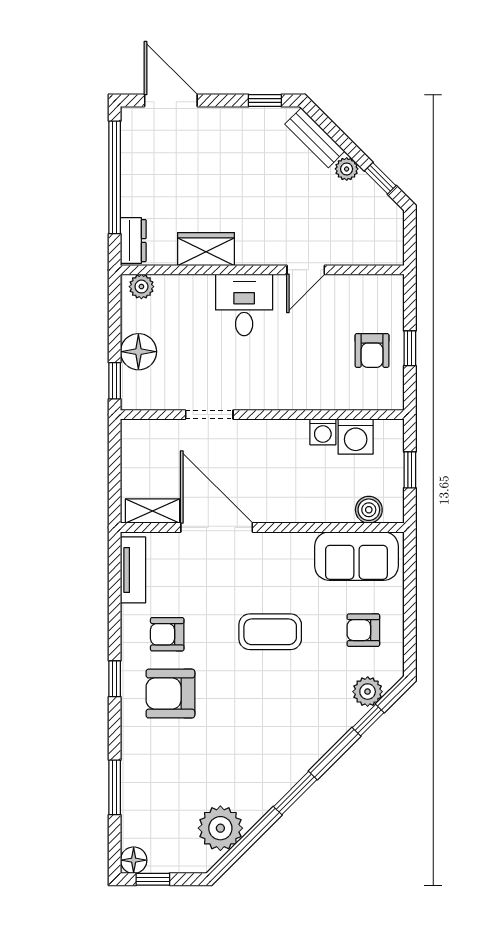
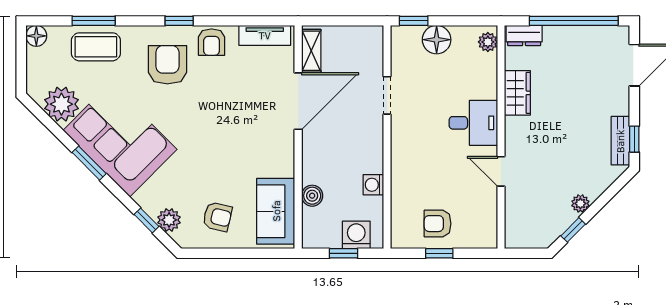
bench: (315, 138) -> (620, 141), moved, turned -45
washing machine: (356, 436) -> (356, 235), moved, turned 90
boiler: (369, 510) -> (312, 196), moved
armchair: (363, 630) -> (217, 217), turned 103
coffee table: (270, 632) -> (96, 47), moved, turned 90
armchair: (167, 634) -> (212, 42), moved, turned 180
corner sofa: (266, 754) -> (120, 140), added
window: (153, 879) -> (21, 51), removed

